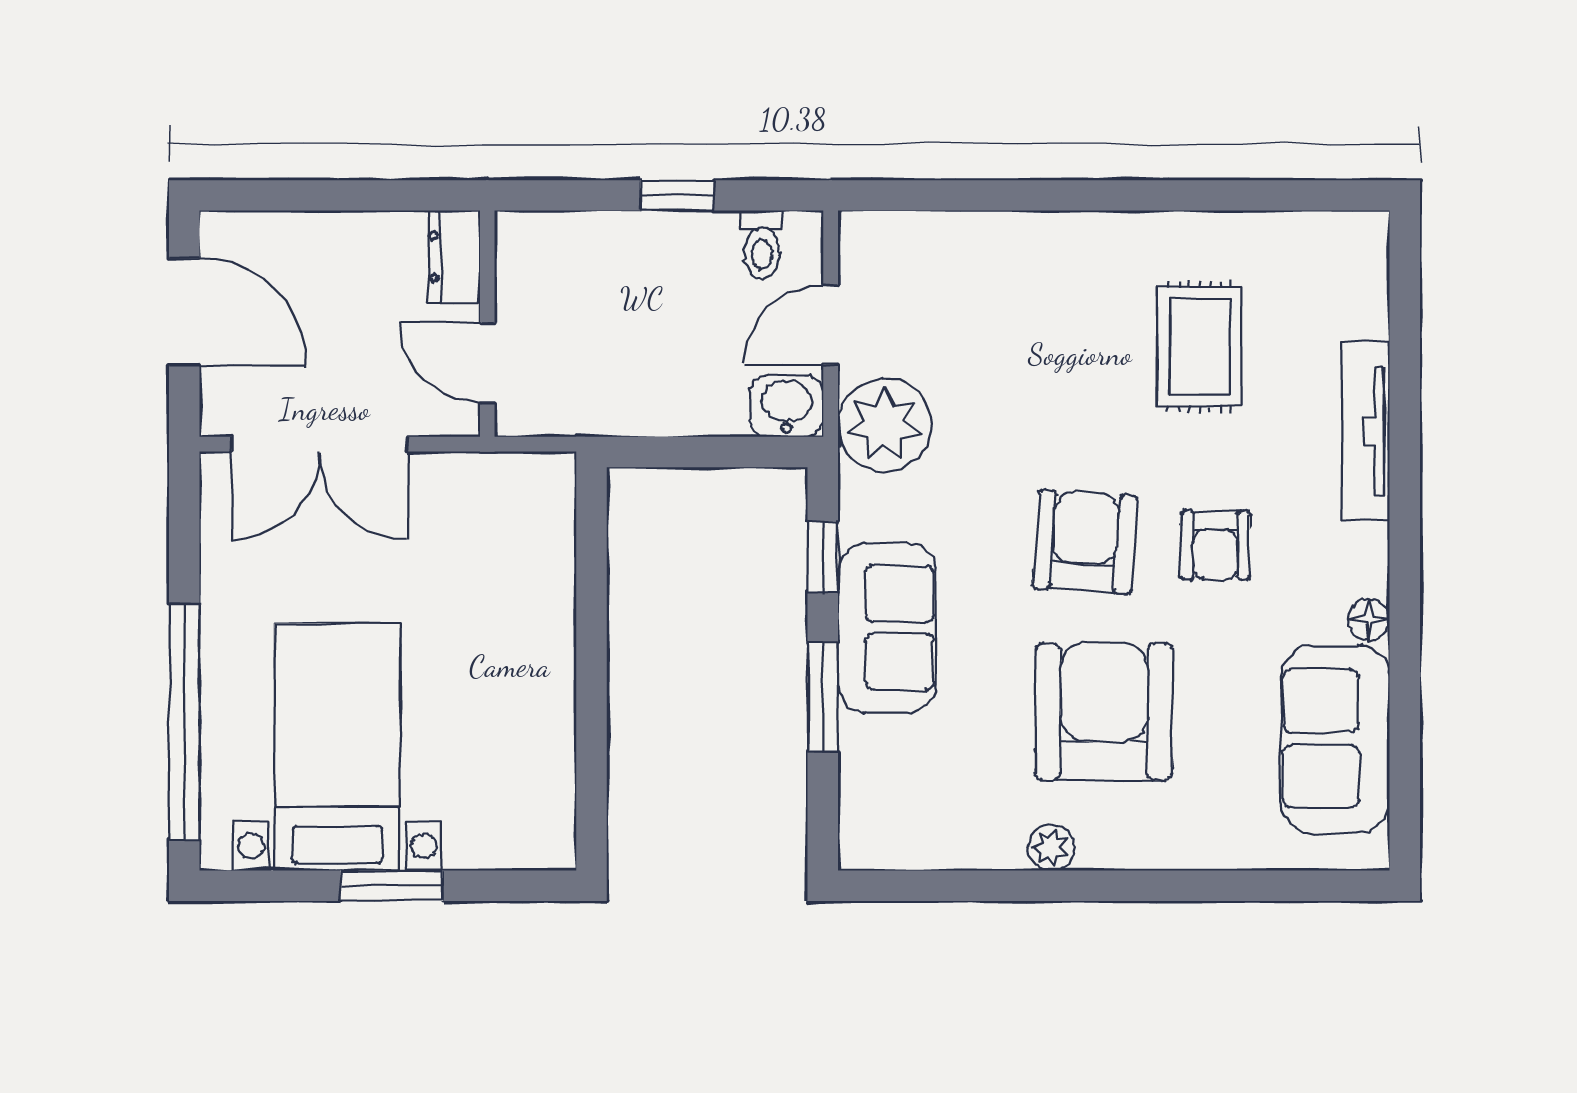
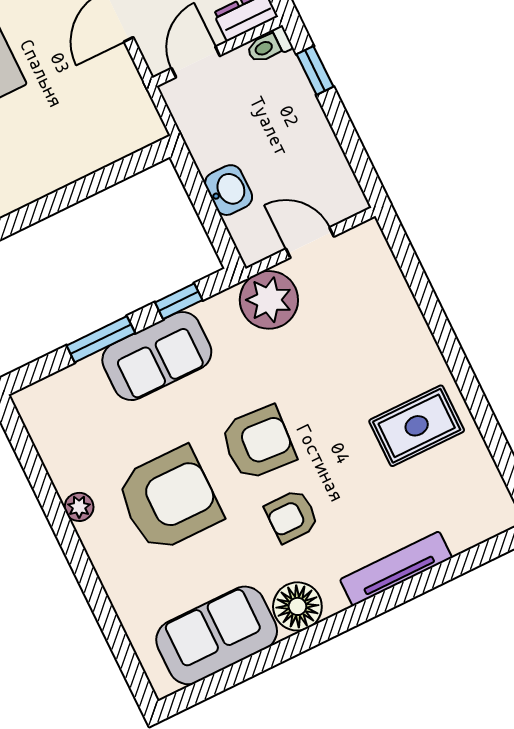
window: (677, 195) -> (315, 70), moved
toilet: (762, 245) -> (269, 46), moved
rug: (1200, 347) -> (417, 426), moved
washbasin: (787, 406) -> (229, 190), moved
floor lamp: (1369, 619) -> (297, 606), width x1.89, depth x1.89

